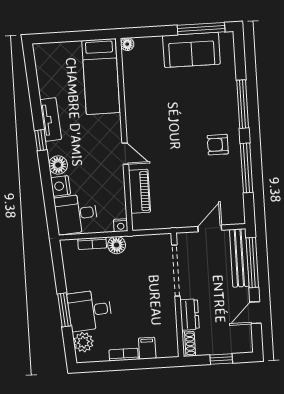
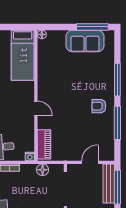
piano: (139, 191) -> (44, 144), moved
floor lamp: (117, 245) -> (43, 170), moved

